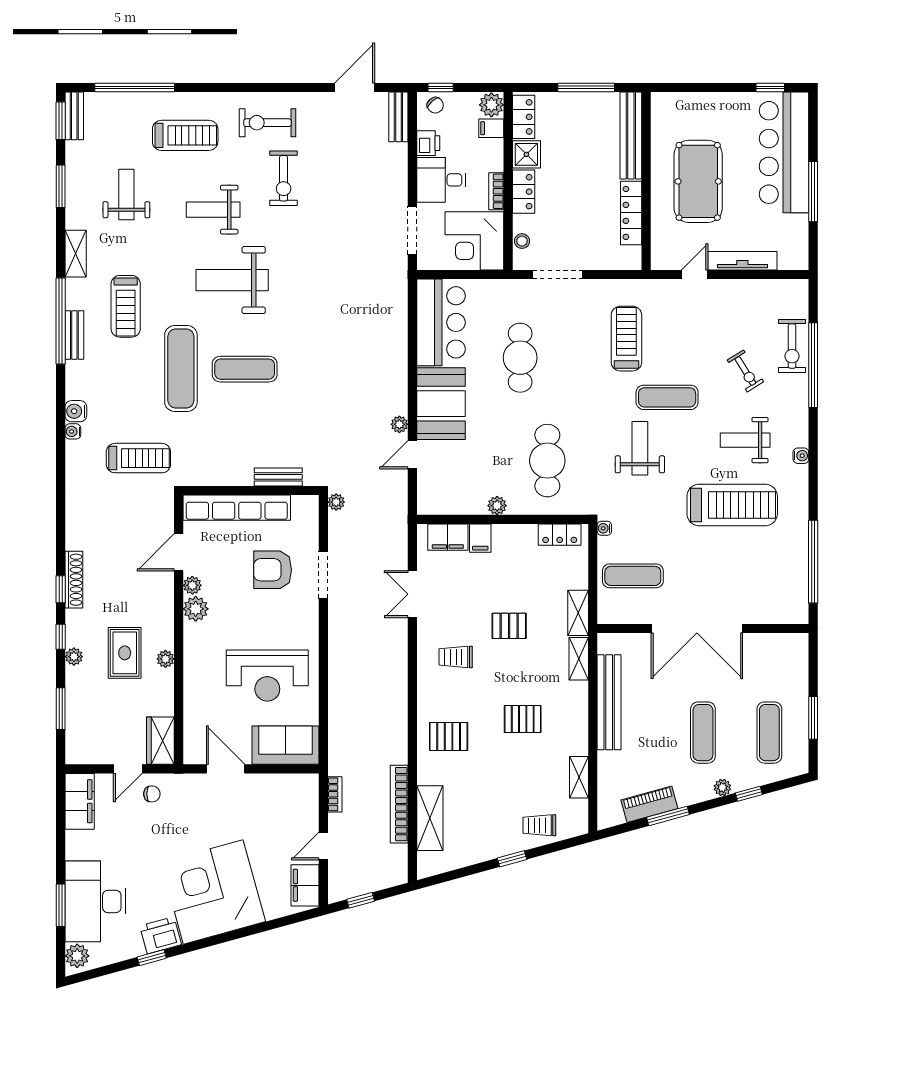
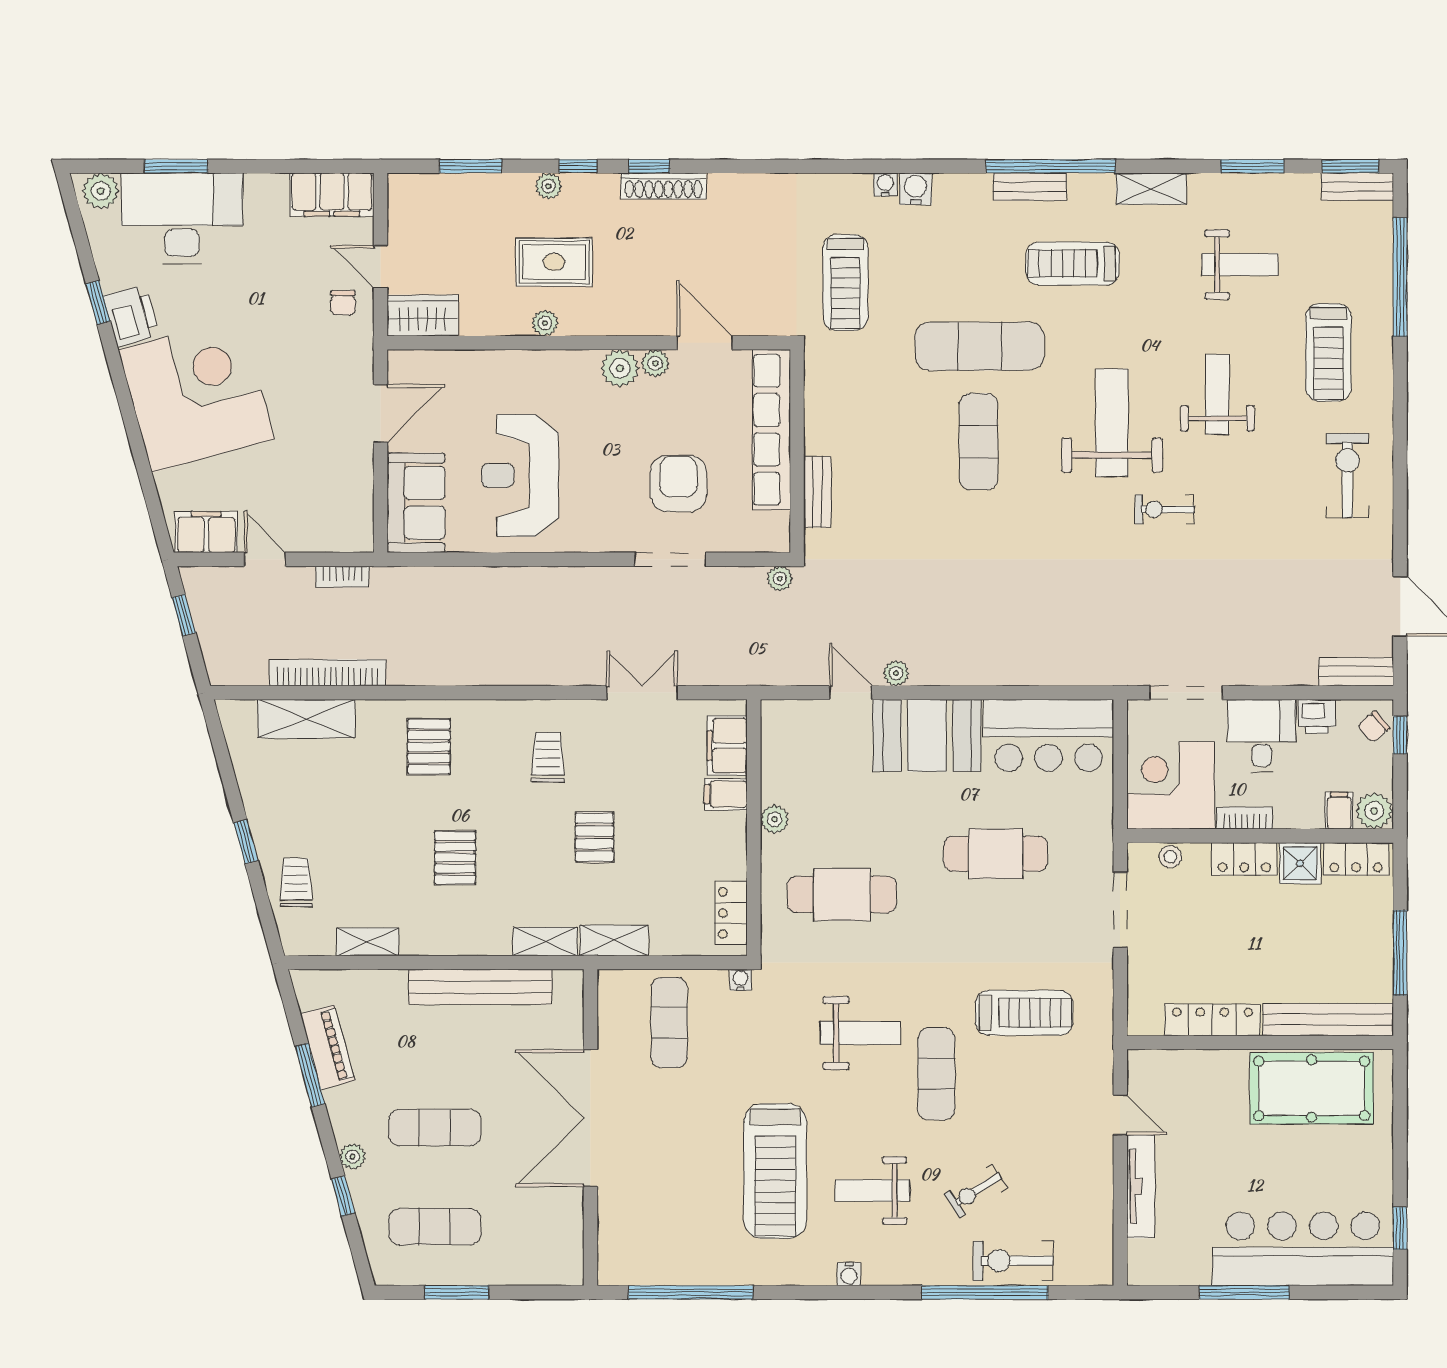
exercise bike: (284, 178) -> (1165, 509), moved, width x0.73, depth x0.72
pool table: (698, 181) -> (1312, 1088), moved
weight bench: (745, 440) -> (872, 1191), turned -90

